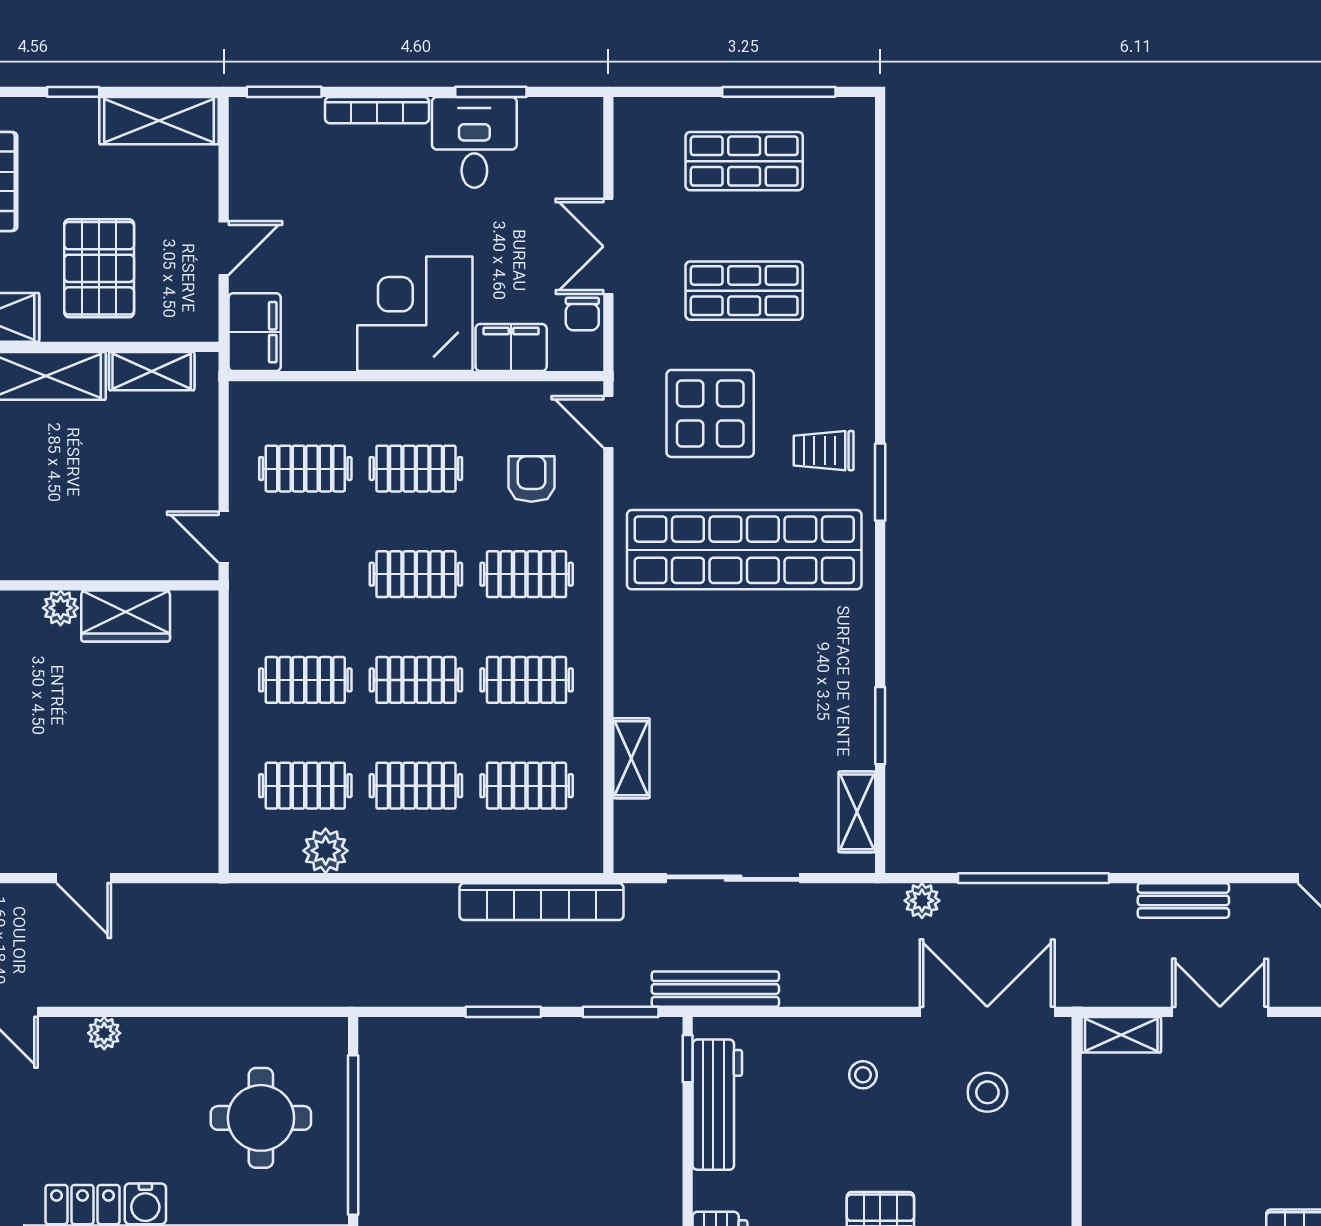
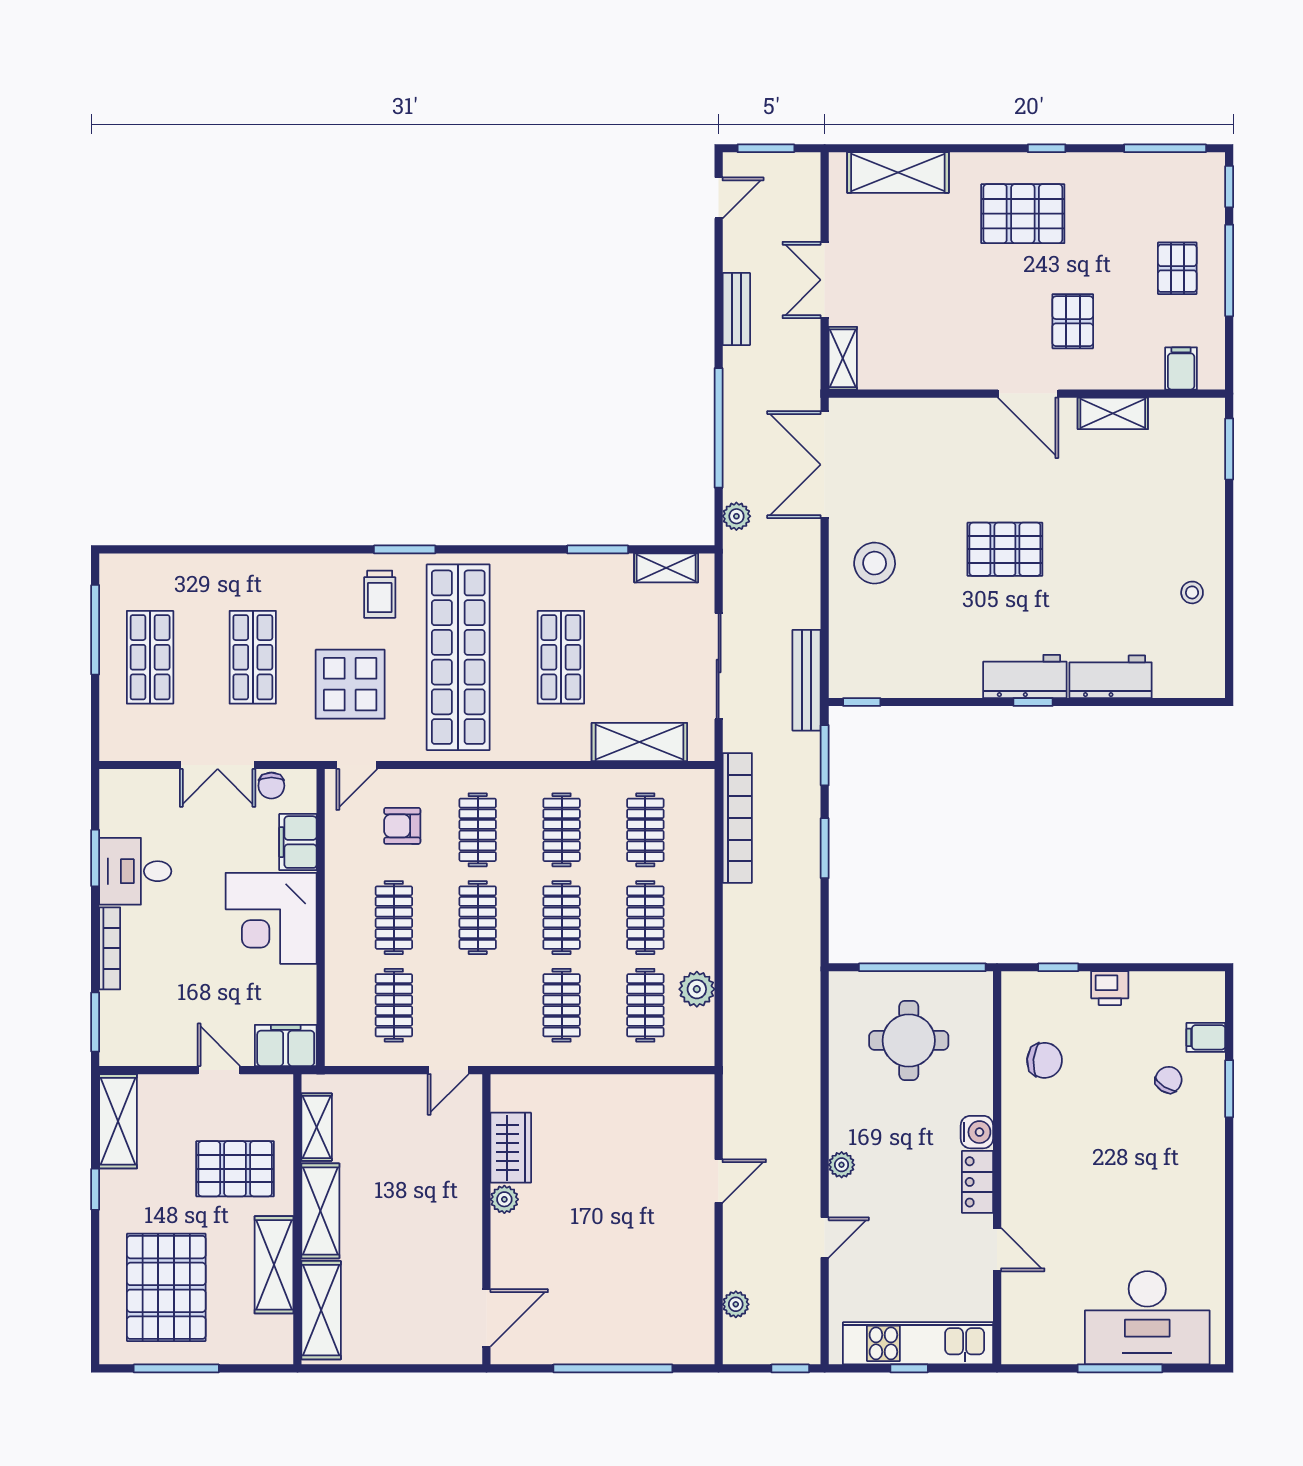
chair: (582, 314) -> (271, 786), turned 90
shop shelf: (744, 679) -> (561, 657), added
shelving: (631, 758) -> (639, 742), width x1.50, depth x1.33
stool: (863, 1075) -> (875, 563), width x1.89, depth x1.89
stool: (987, 1092) -> (888, 464), removed
workbench: (717, 1105) -> (898, 679), removed

